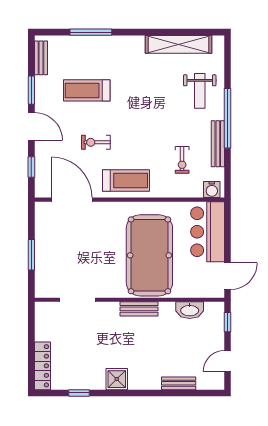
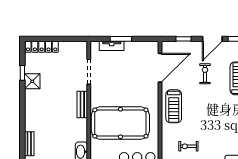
exercise bike: (96, 142) -> (205, 74), moved
tv unit: (41, 268) -> (112, 46), added
bench: (139, 309) -> (82, 104), moved
shower: (117, 379) -> (32, 81), moved

